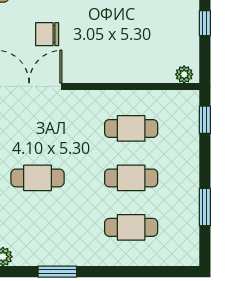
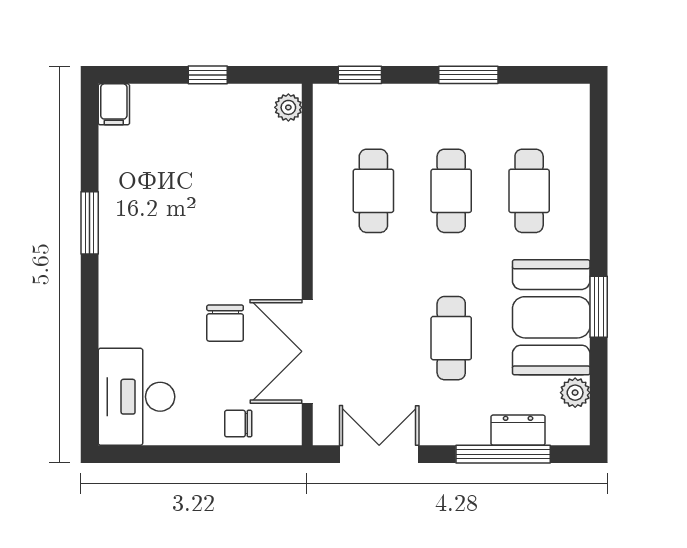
window: (205, 207) -> (468, 75), moved
booth: (51, 241) -> (551, 317), added

